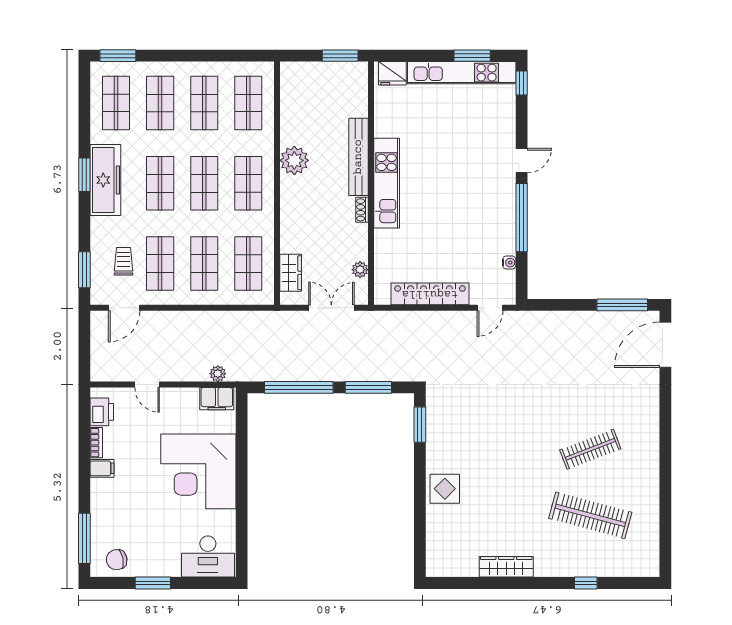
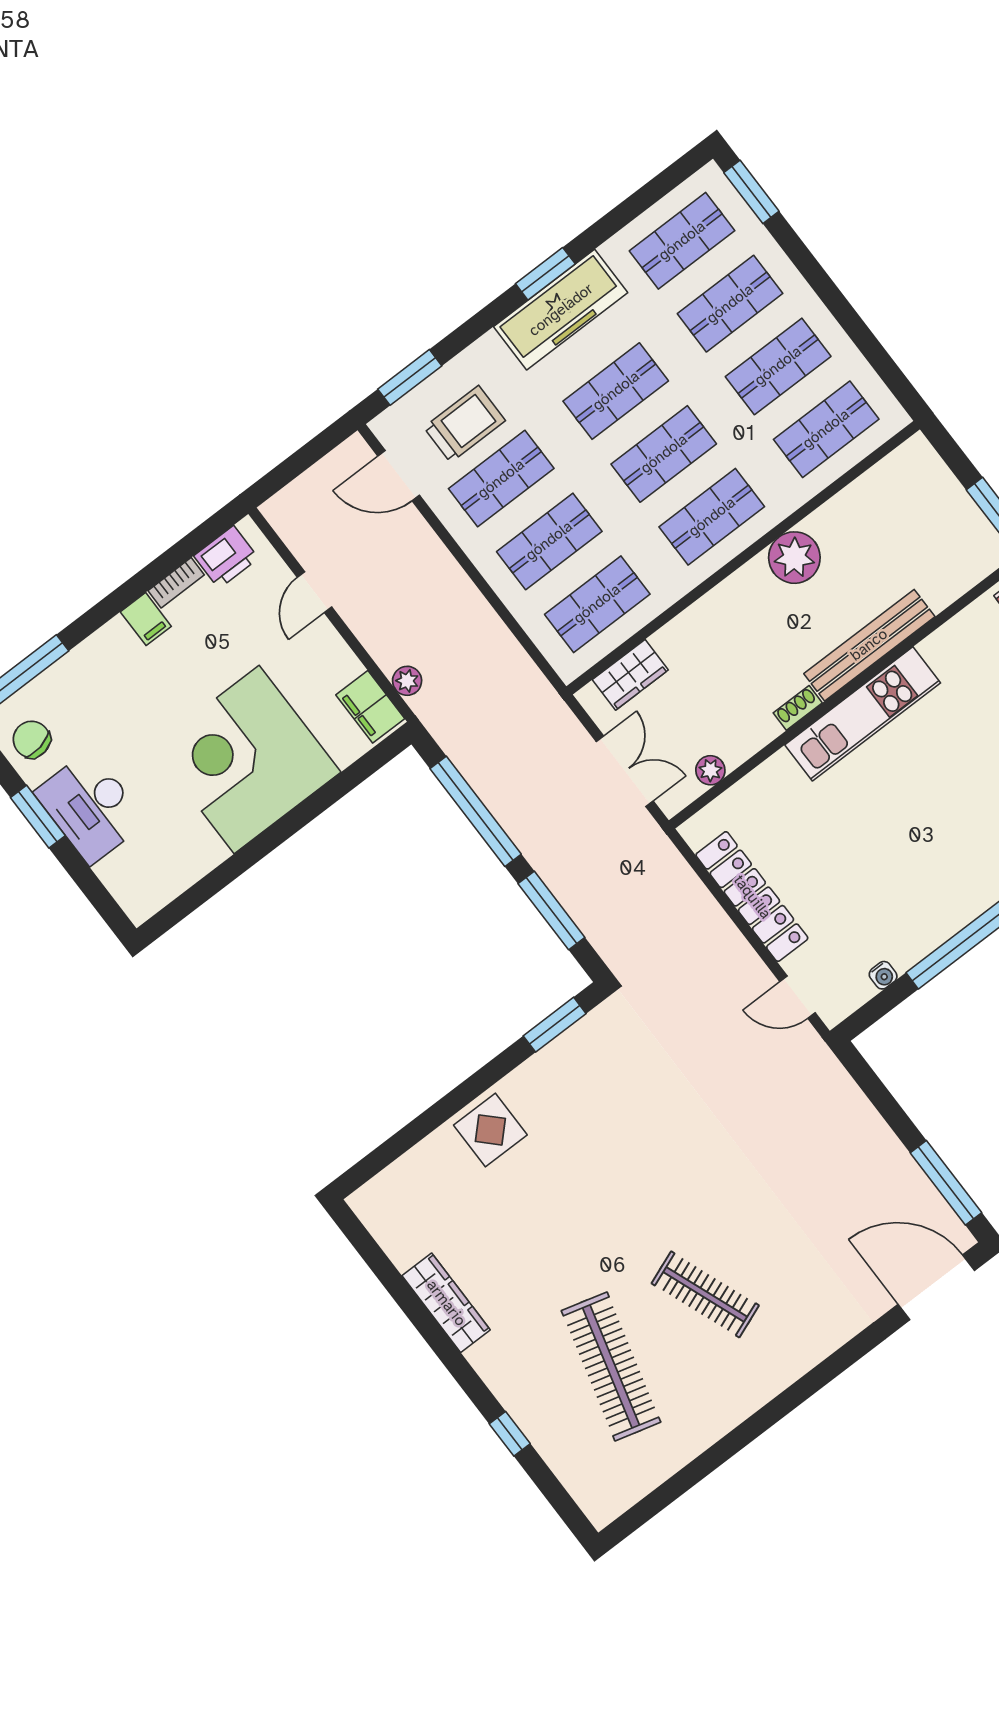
trolley: (124, 261) -> (465, 424), width x1.36, depth x1.39
desk: (208, 557) -> (90, 807), moved

